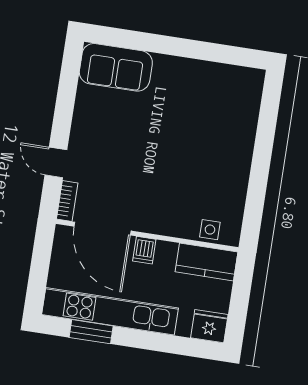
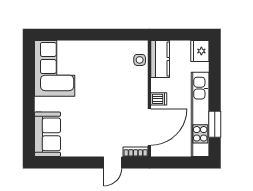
corner sofa: (217, 94) -> (55, 68), added

